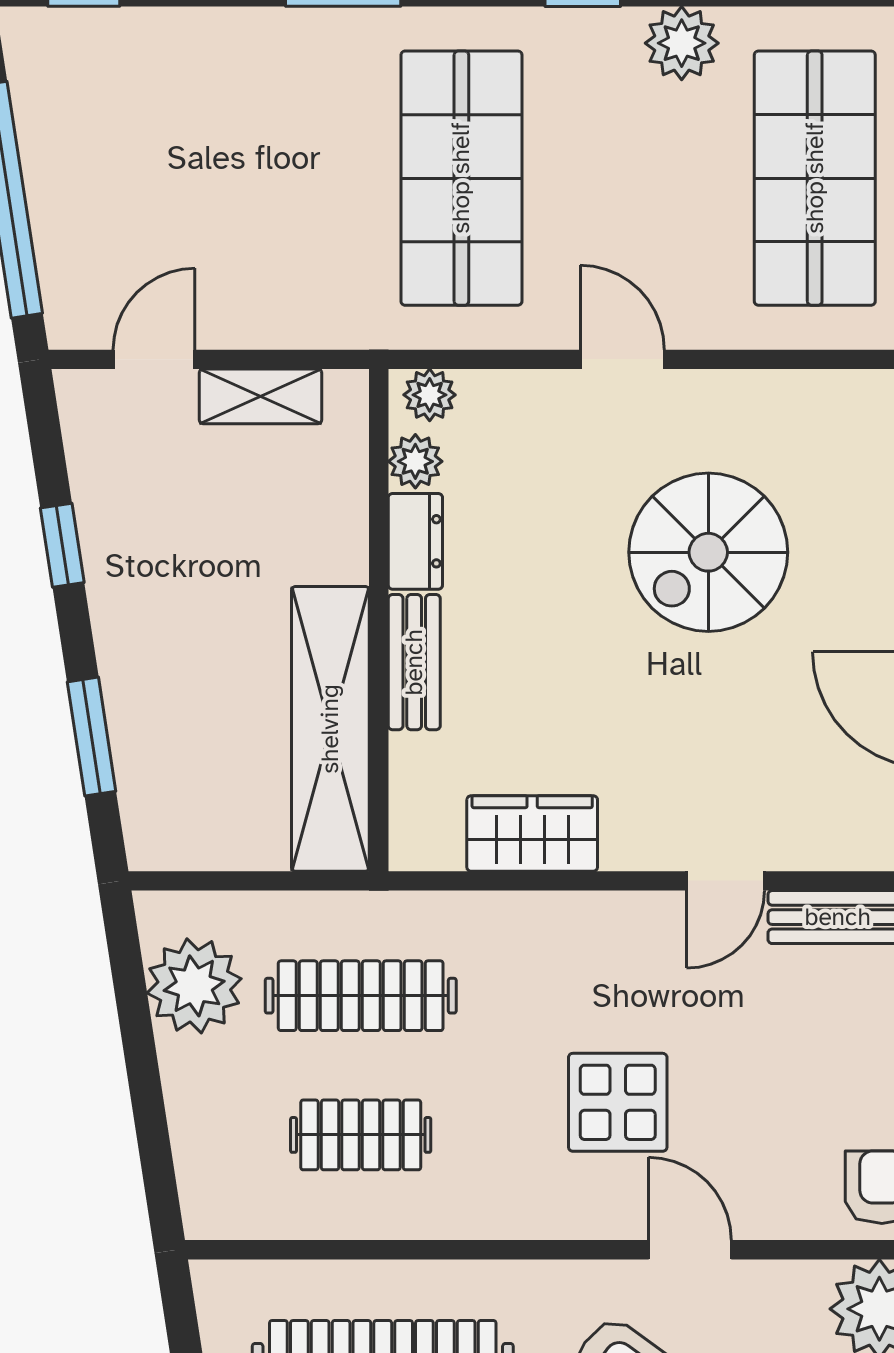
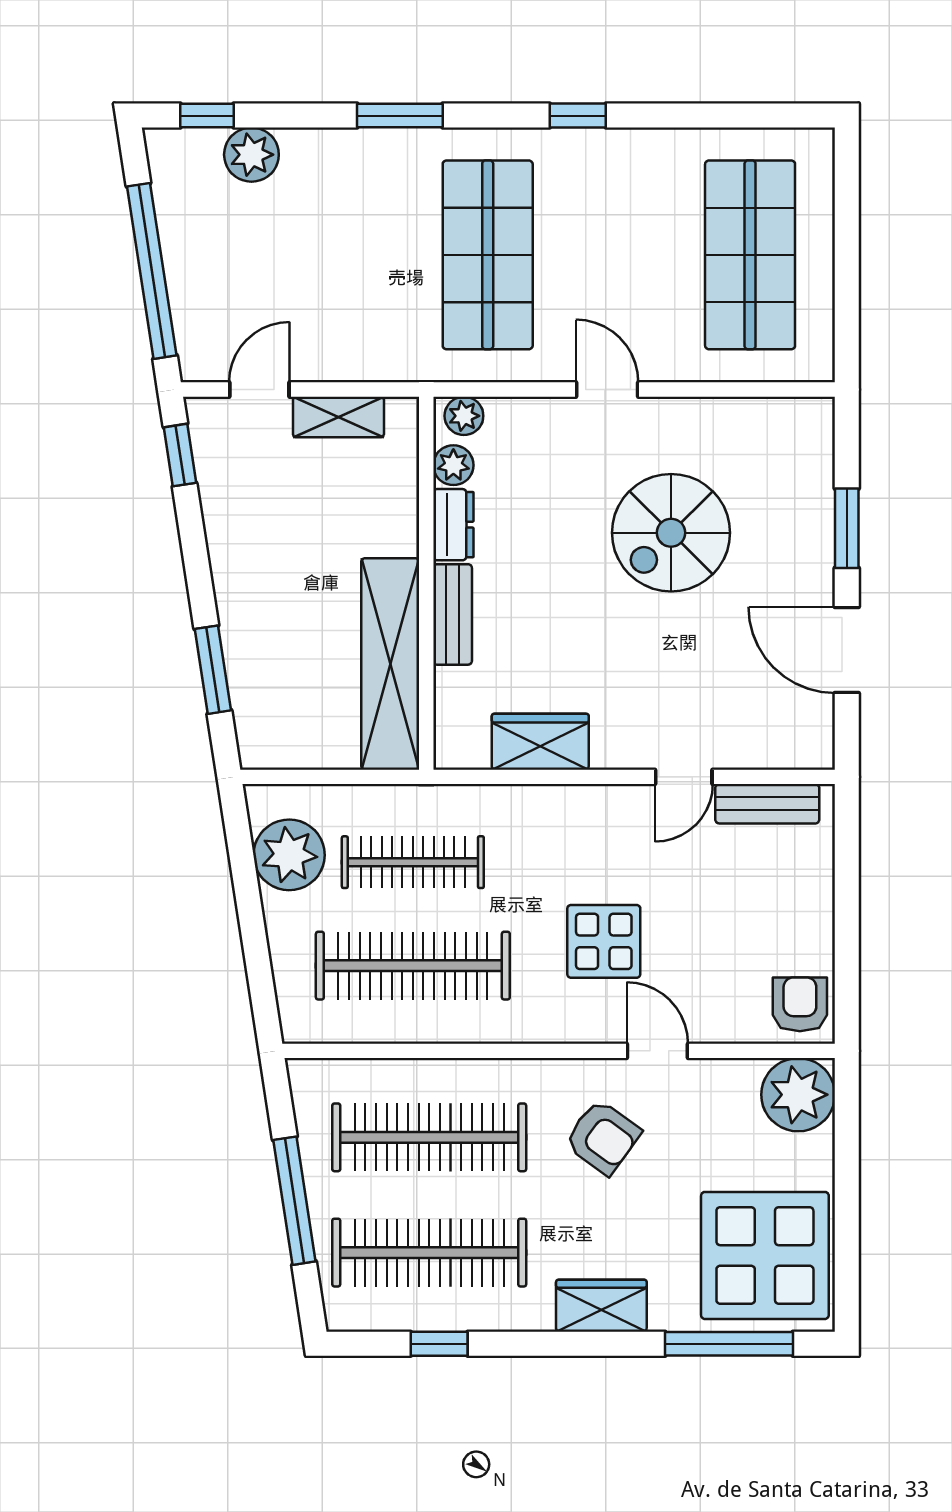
plant: (682, 43) -> (251, 155), moved
window: (62, 545) -> (180, 455), moved
clothes rail: (361, 1135) -> (413, 966), width x1.86, depth x1.31

